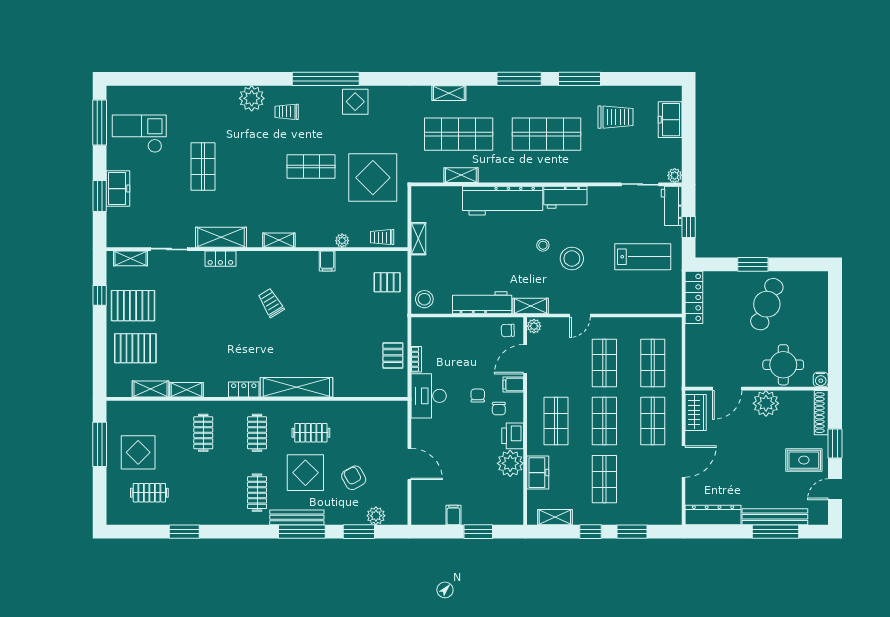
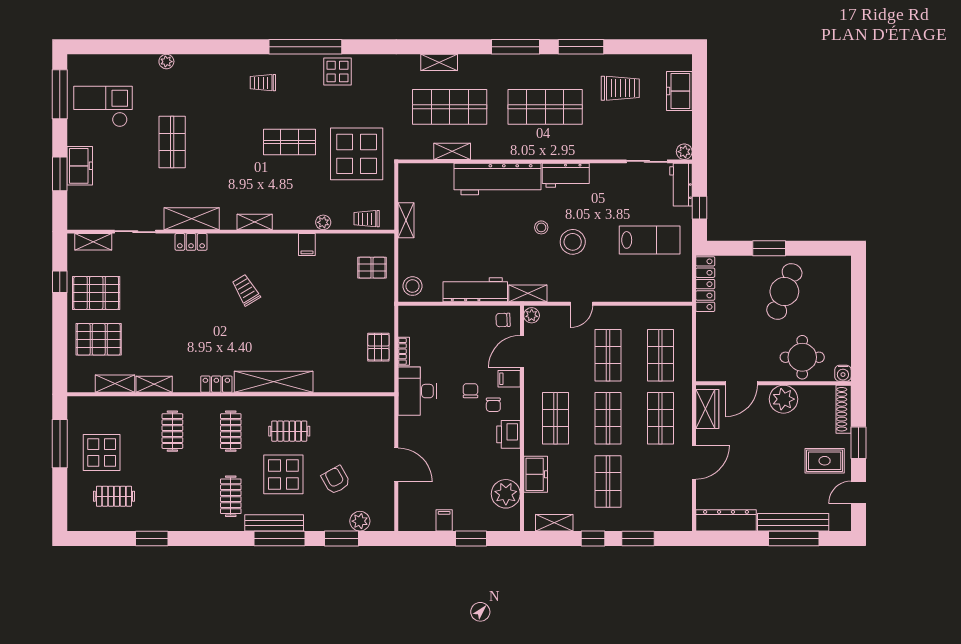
plant: (252, 98) -> (166, 62), moved, width x0.53, depth x0.53
plant: (510, 463) -> (506, 494), moved

